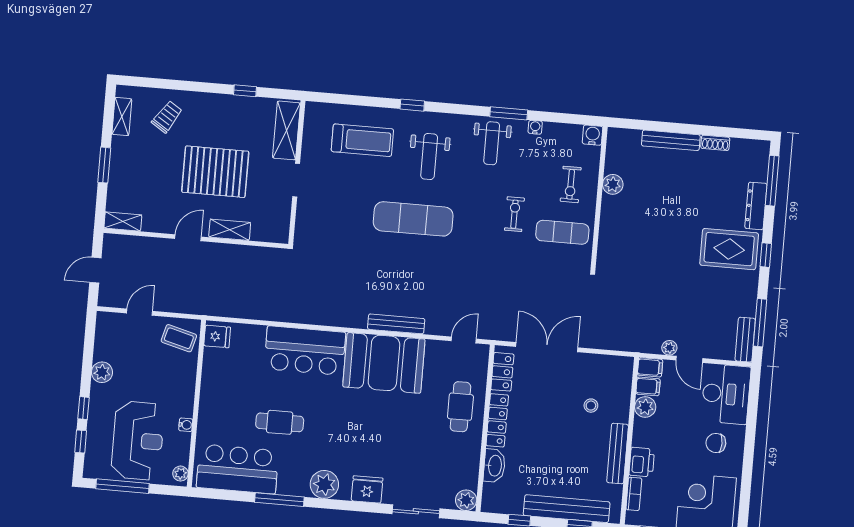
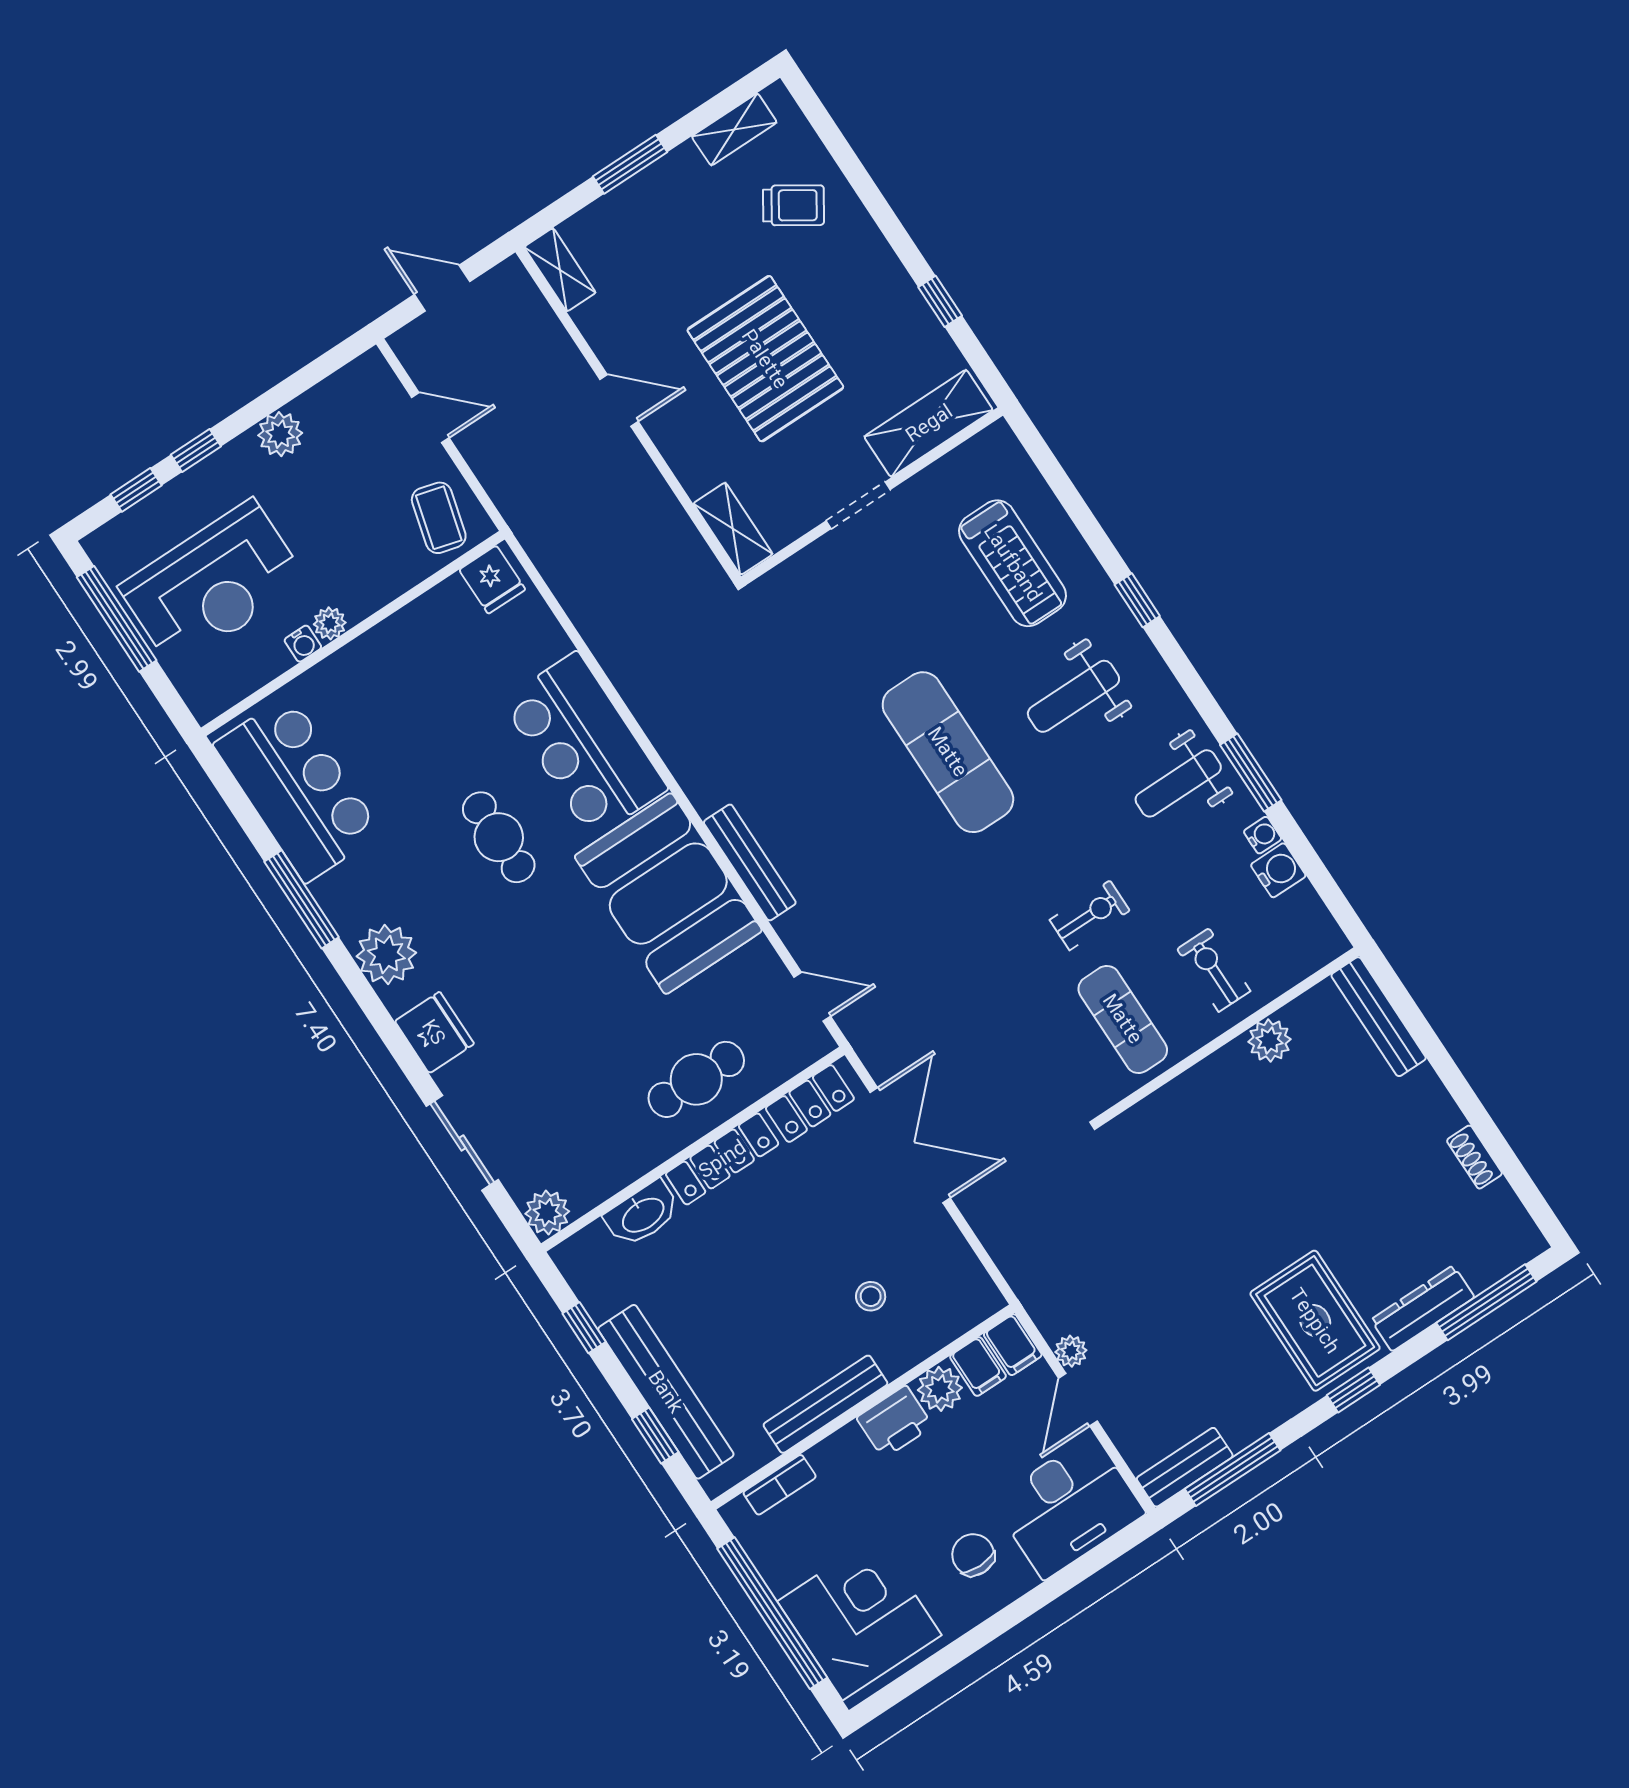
water cooler: (593, 135) -> (1278, 870), moved
bench: (671, 140) -> (1379, 1017), moved
exercise bike: (571, 184) -> (1214, 970), turned 90
shelving: (230, 230) -> (733, 529), moved
cafe table: (280, 422) -> (499, 837), moved
printer: (642, 462) -> (895, 1422), moved
plant: (180, 474) -> (330, 623), moved

